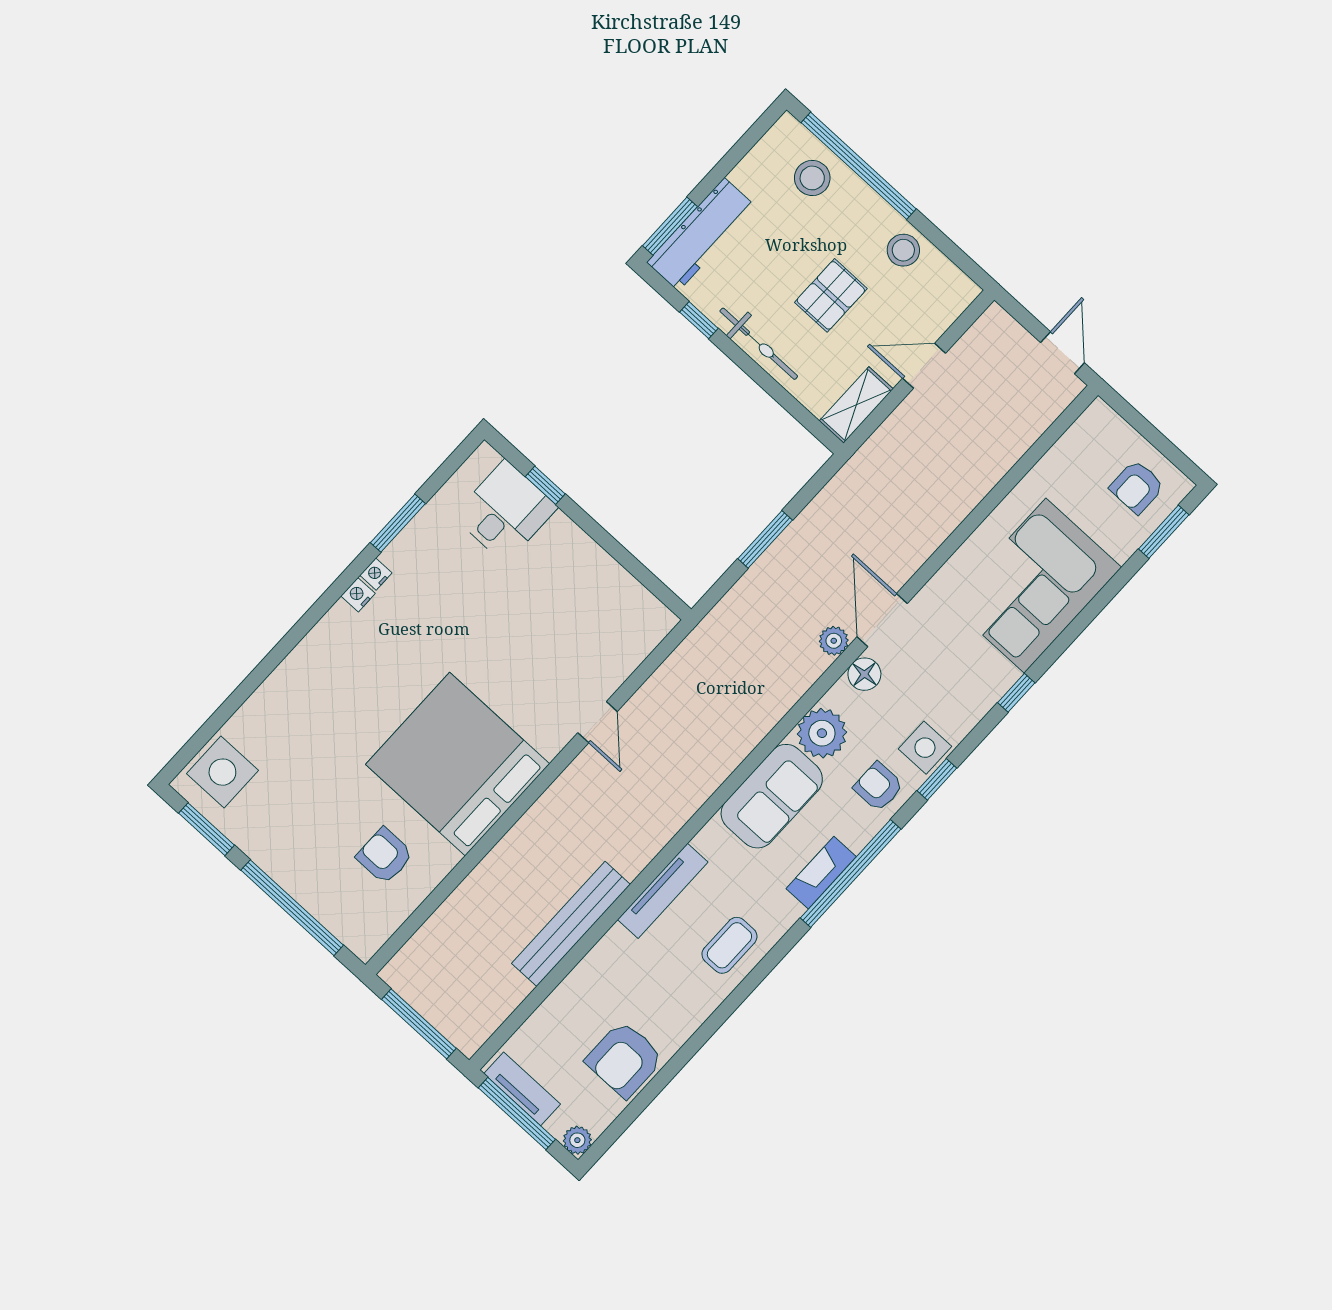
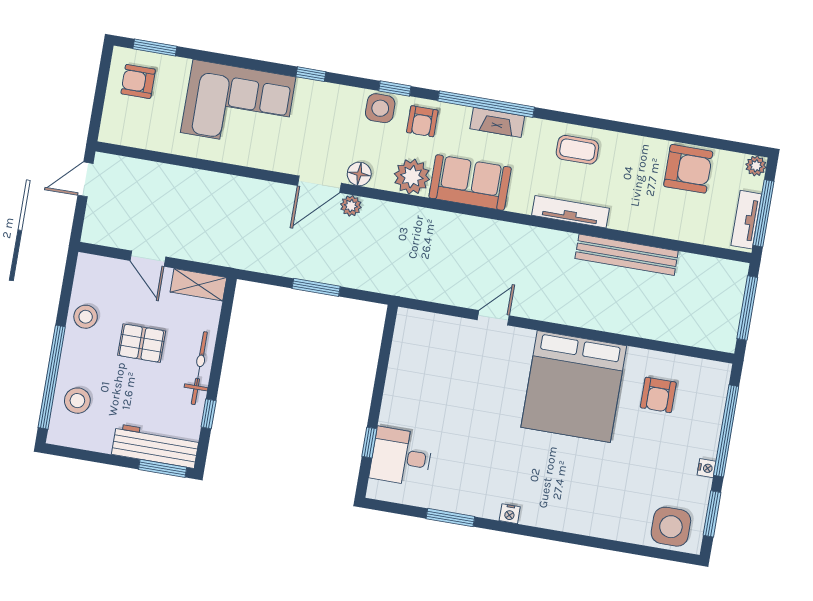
armchair: (1137, 487) -> (138, 81), turned 180
nightstand: (376, 574) -> (706, 468), moved, turned -90

